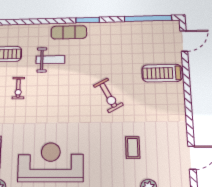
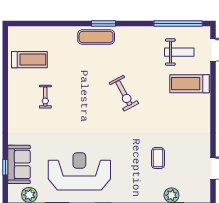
window: (88, 20) -> (103, 24), moved
weight bench: (50, 60) -> (179, 52), moved
exercise bike: (108, 95) -> (124, 93), moved

